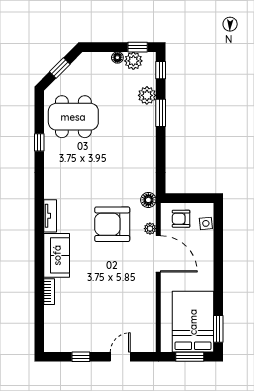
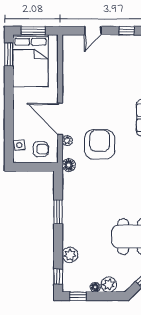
plant: (133, 61) -> (109, 285), moved
window: (161, 113) -> (58, 212), moved
armchair: (112, 224) -> (100, 144), turned -90

